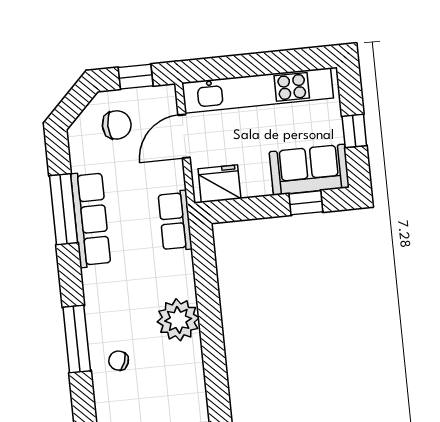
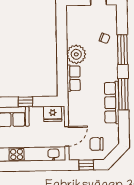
window: (306, 203) -> (26, 102), moved
window: (64, 209) -> (123, 94), moved
row of seats: (175, 221) -> (74, 78), moved

